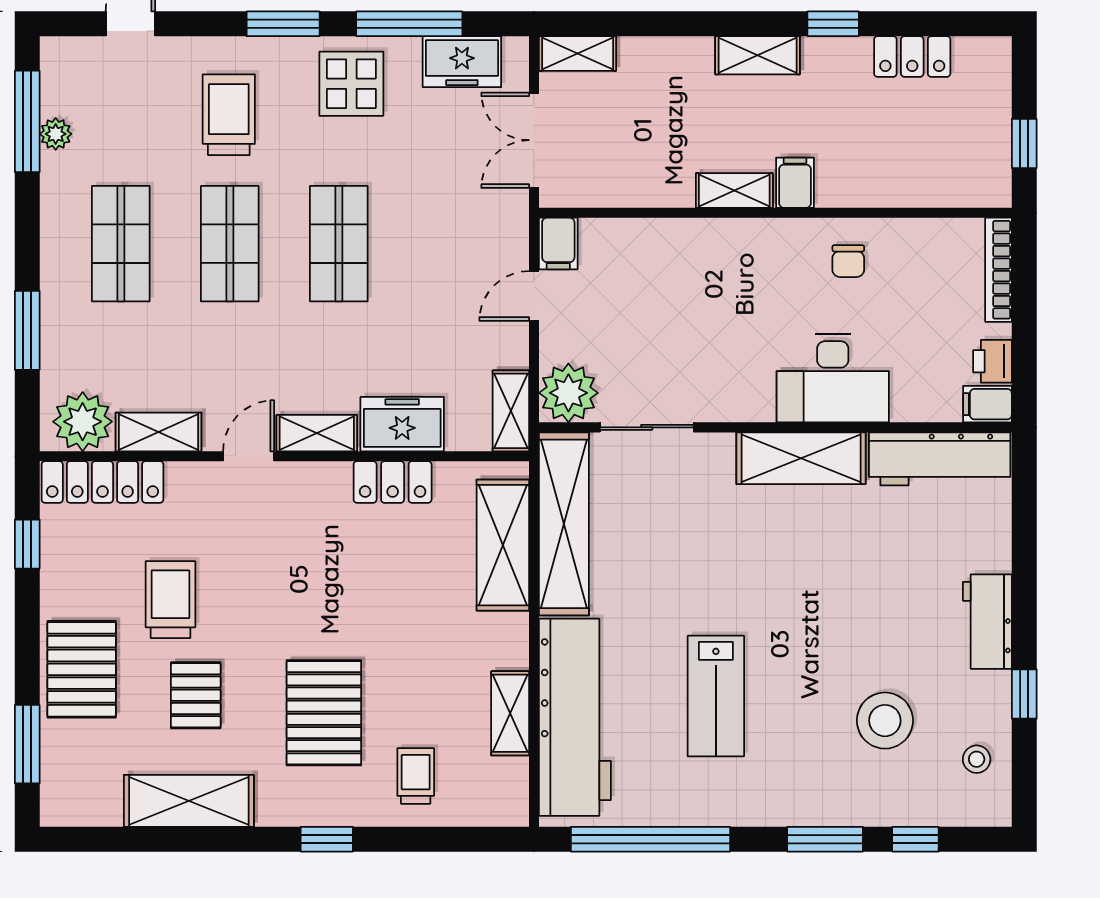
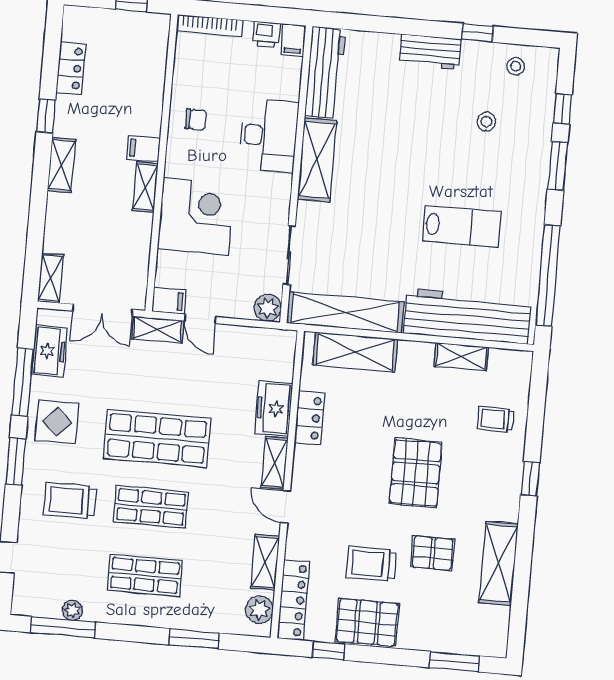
shop shelf: (339, 244) -> (157, 438), width x1.43, depth x1.36
corner desk: (695, 274) -> (196, 216), added
plant: (568, 393) -> (268, 308), width x0.73, depth x0.73
shelving: (511, 411) -> (158, 330), moved
plant: (83, 422) -> (260, 610), width x0.73, depth x0.73
pallet: (82, 669) -> (367, 622), moved
pallet: (324, 713) -> (416, 473), moved, turned 90
stool: (885, 721) -> (486, 122), width x0.53, depth x0.53

